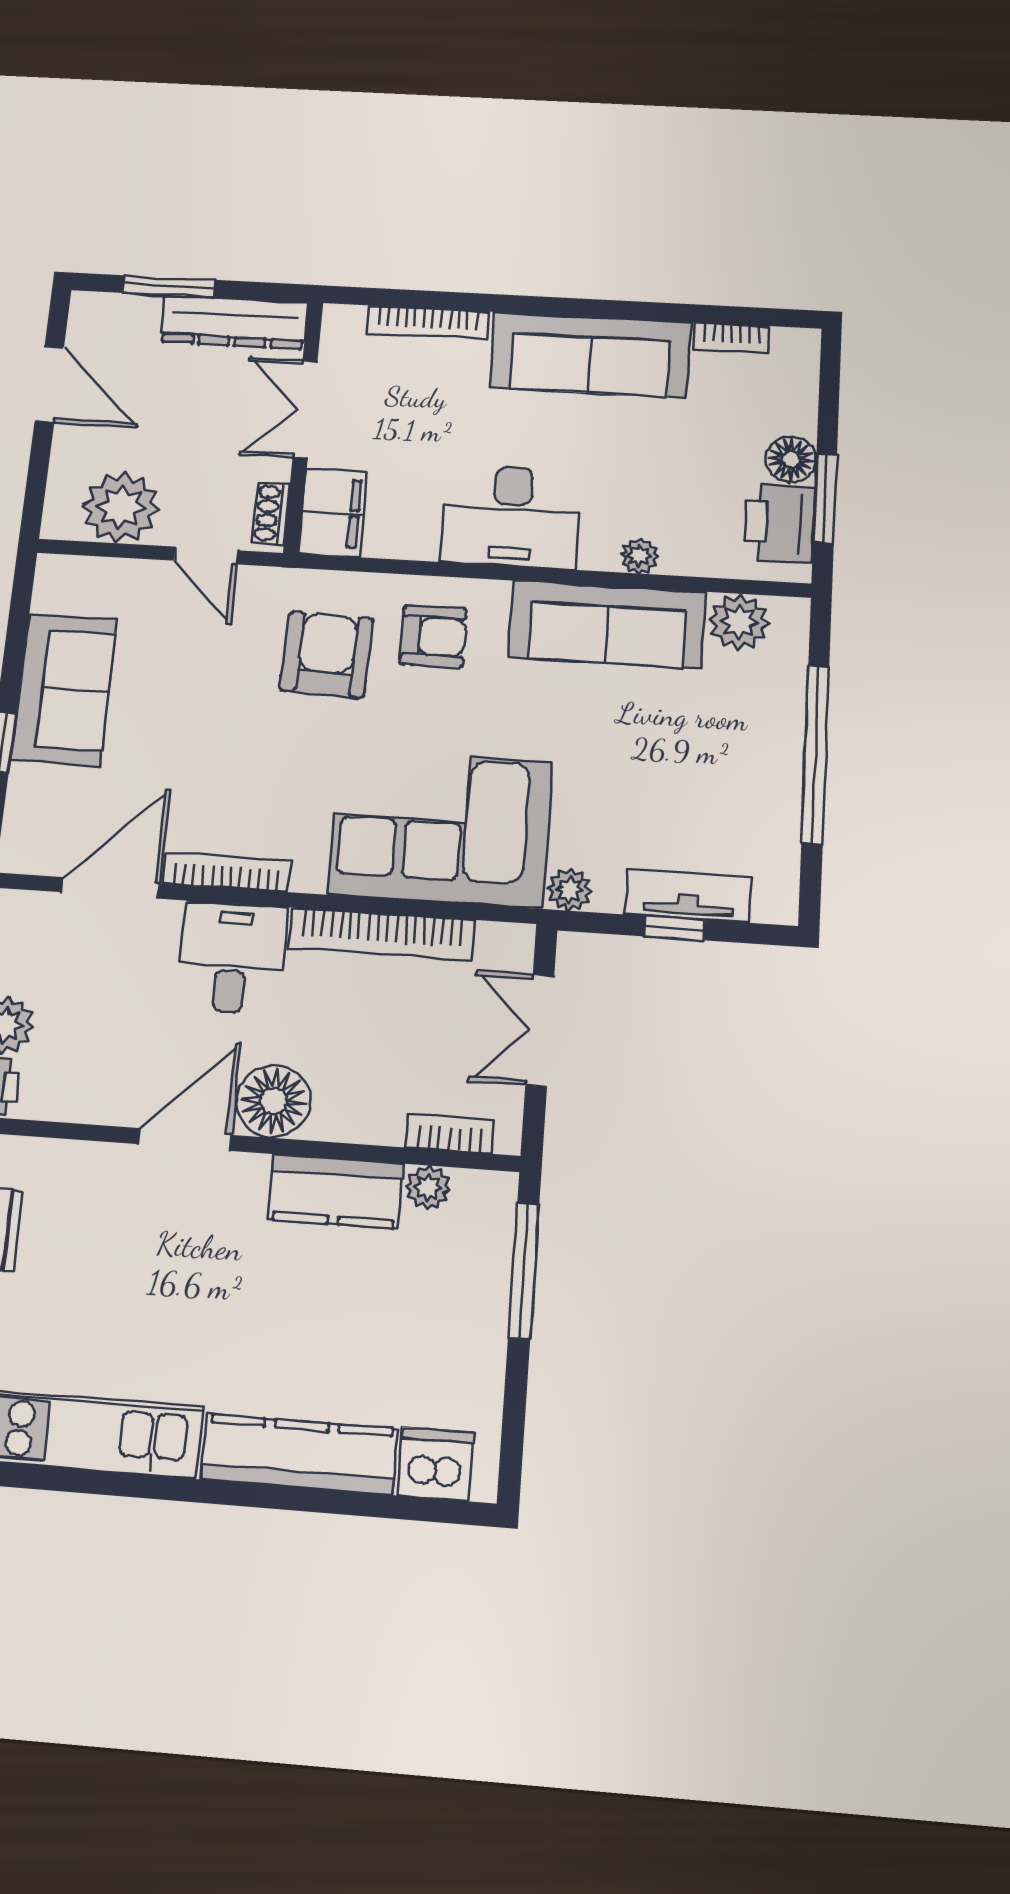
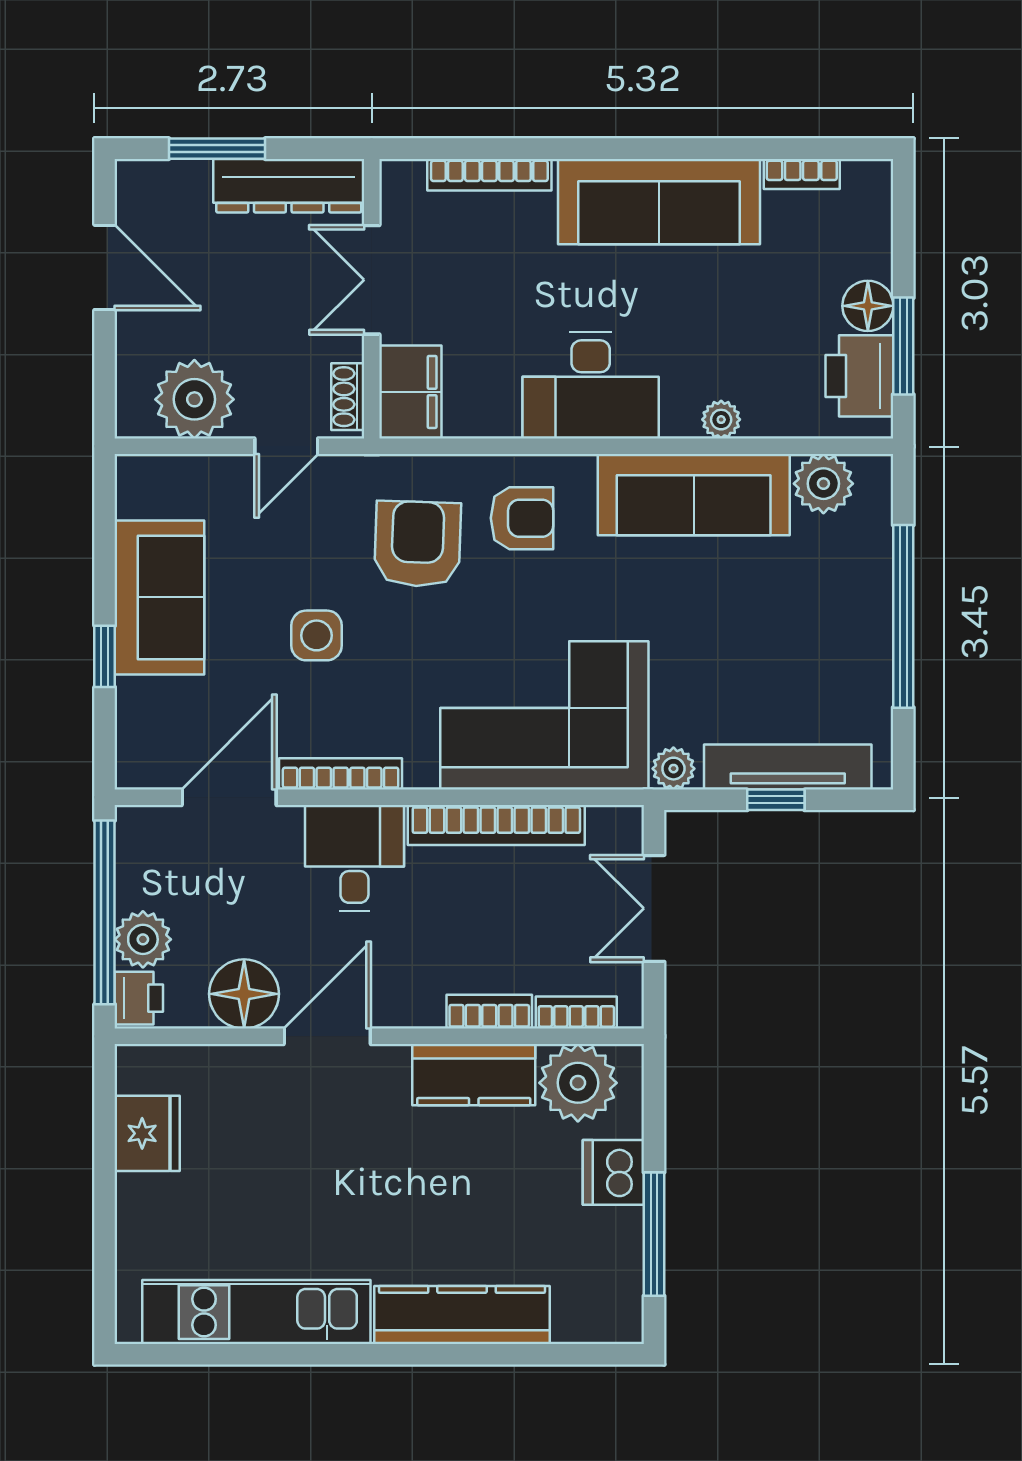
door: (206, 556) -> (286, 446), hinge flipped
side table: (217, 735) -> (317, 635), added
tv unit: (689, 896) -> (788, 767), width x1.41
floor lamp: (274, 1101) -> (244, 994), moved
bookcase: (358, 1126) -> (489, 1012), added
plant: (428, 1188) -> (578, 1083), width x1.88, depth x1.88
window: (524, 1270) -> (654, 1234), moved
dishwasher: (435, 1464) -> (613, 1172), moved, turned -90

